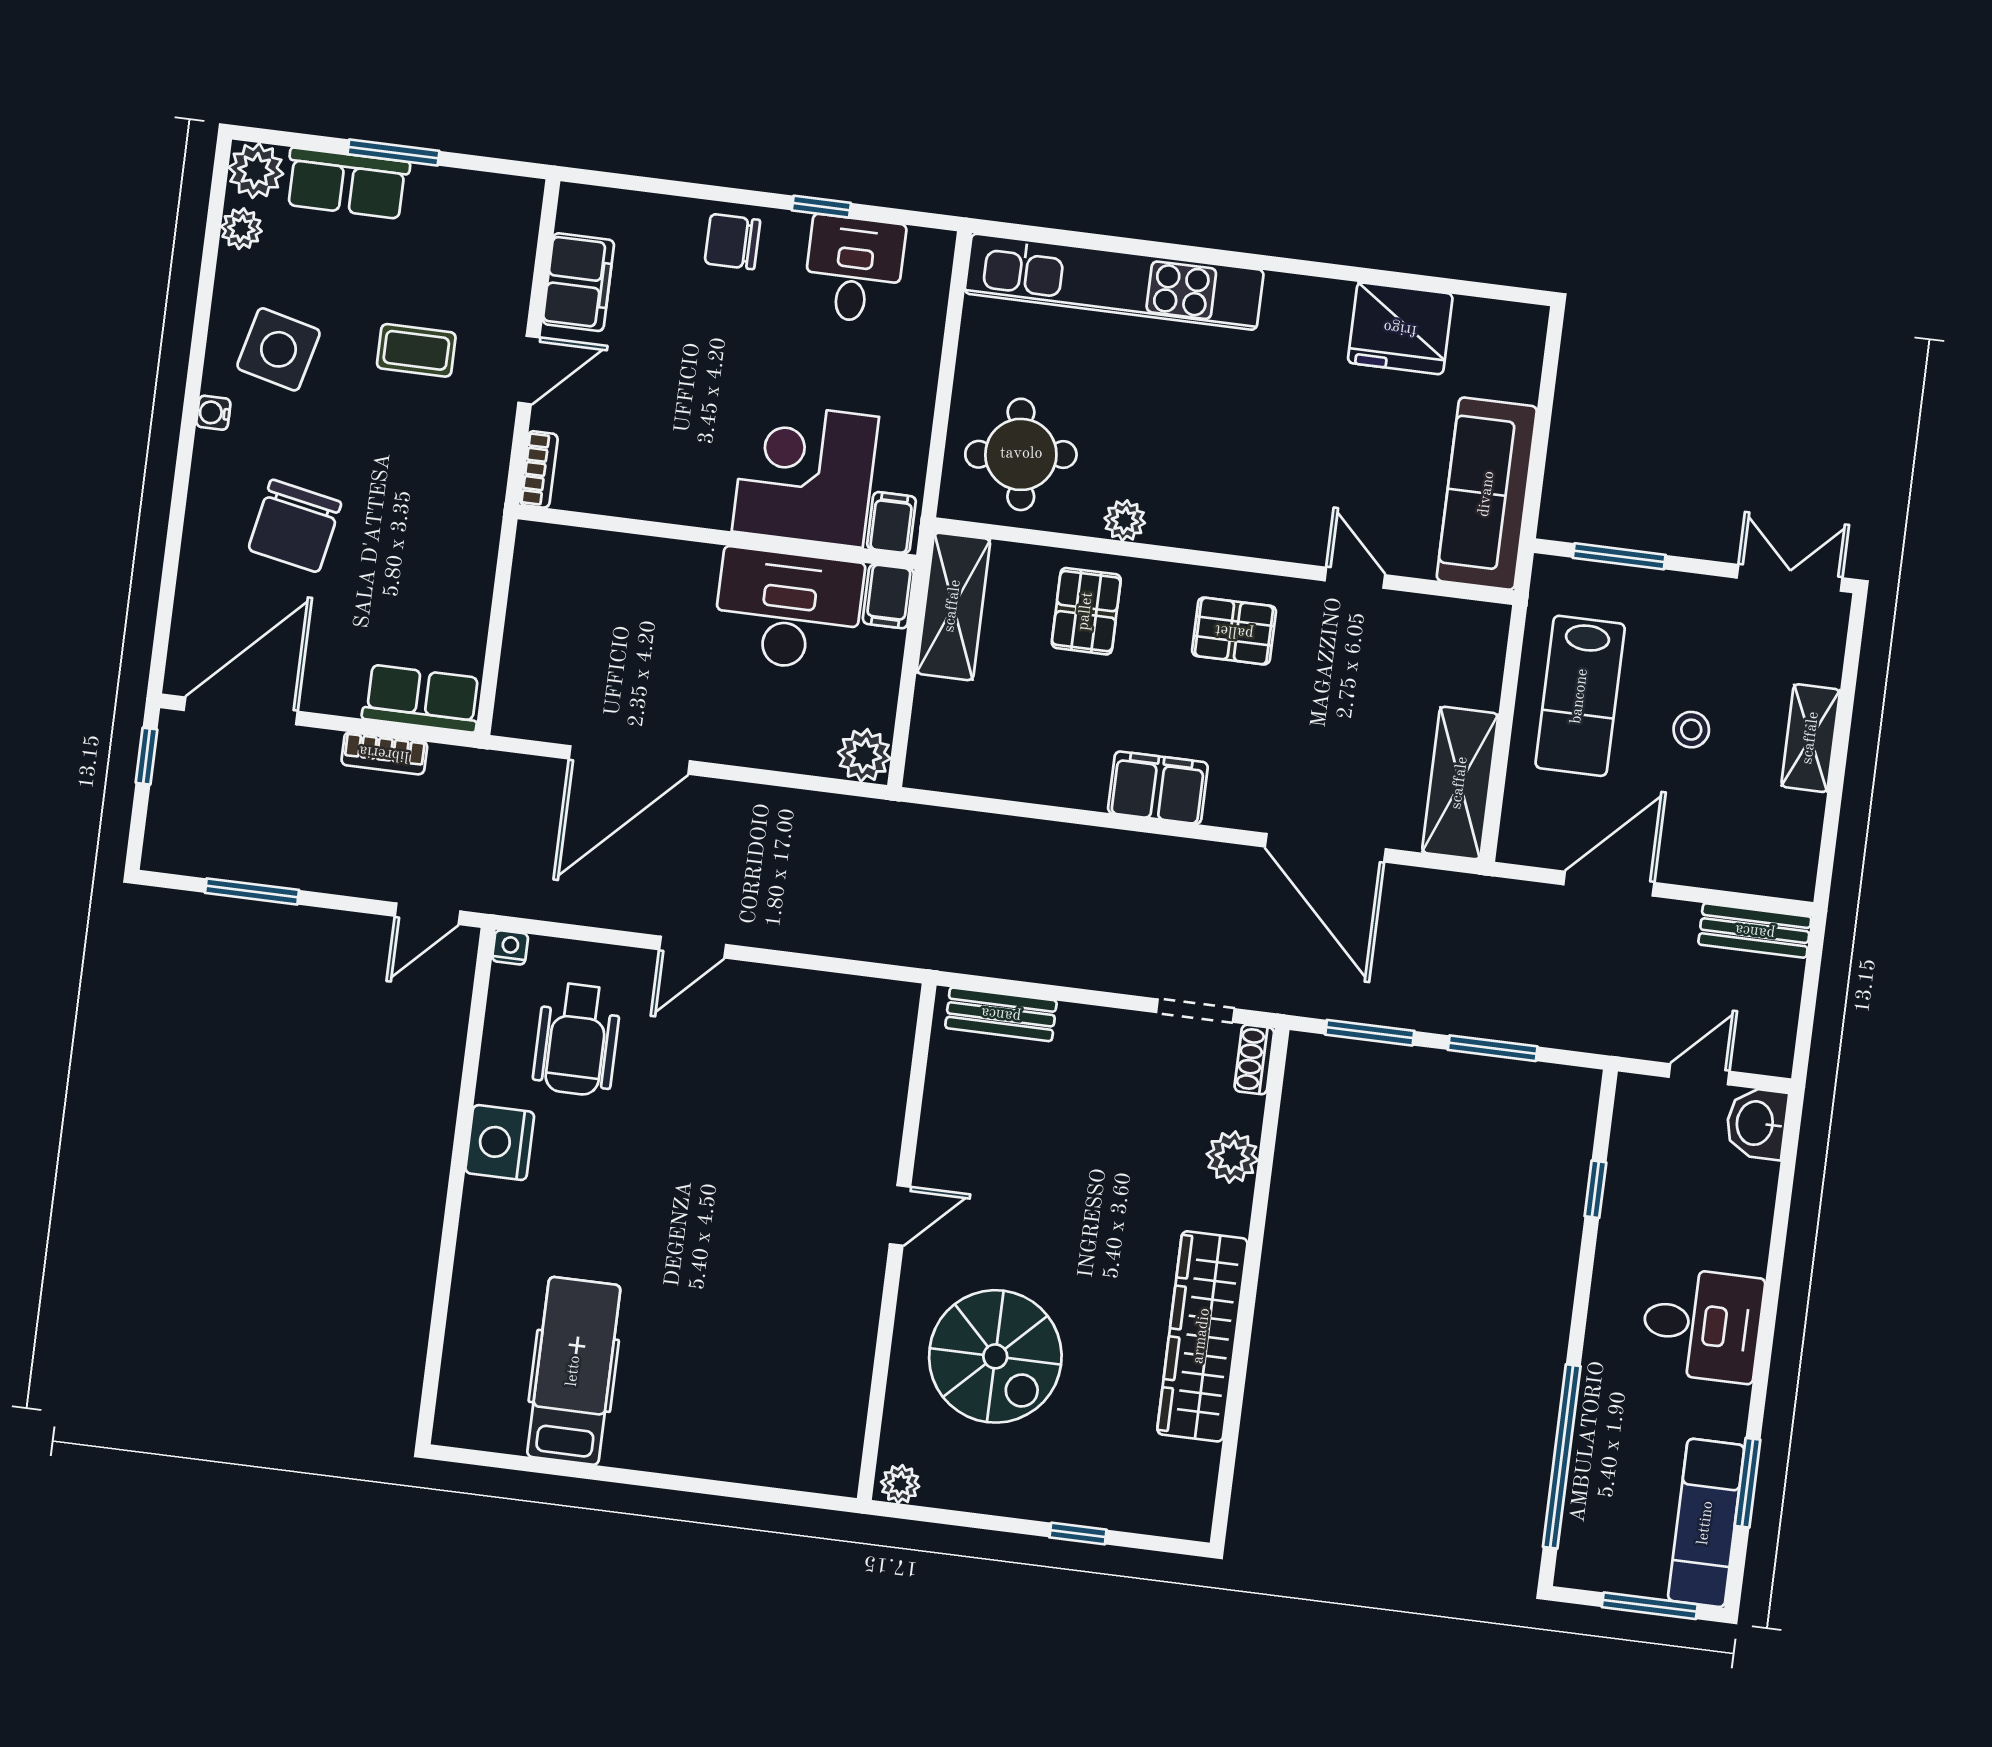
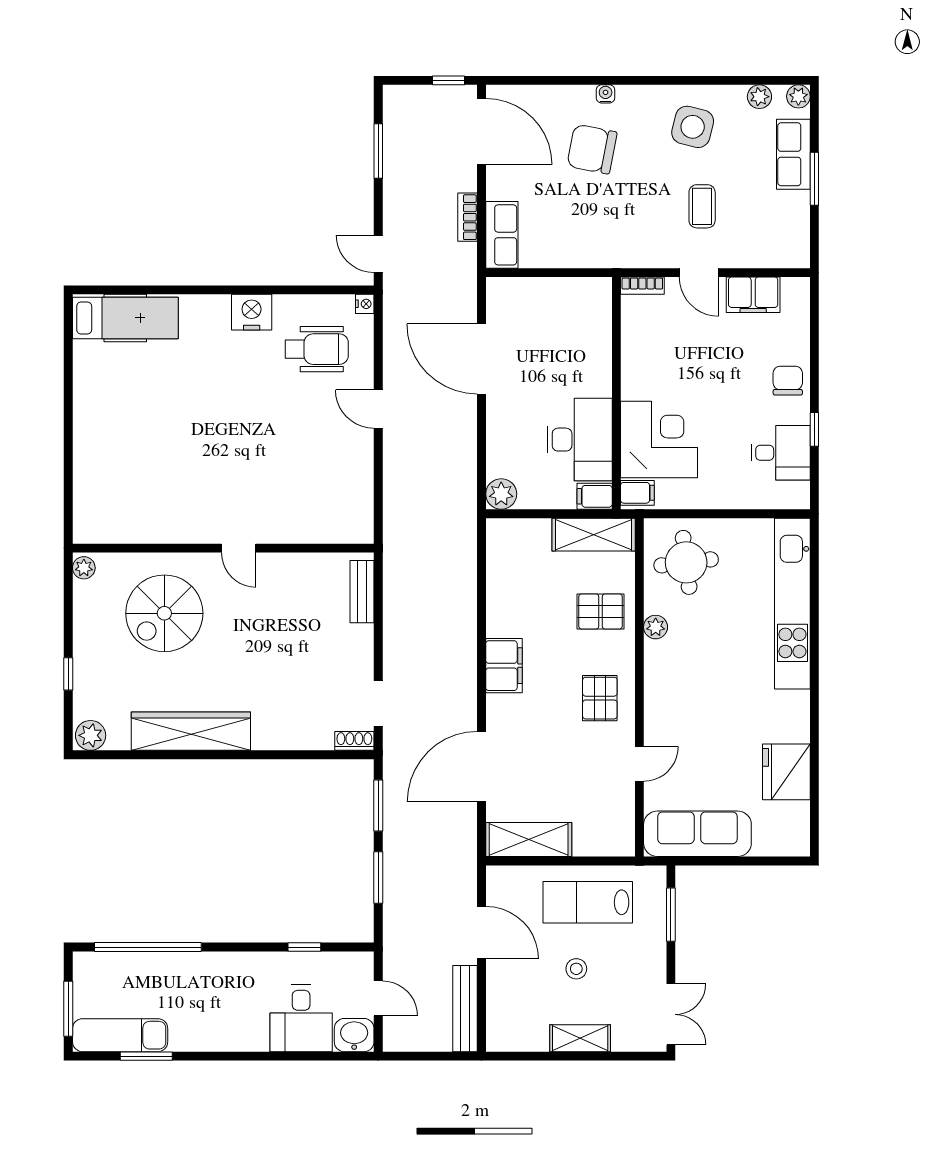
plant: (256, 171) -> (798, 96), width x0.73, depth x0.73
water cooler: (213, 413) -> (606, 94), moved
bench: (1755, 931) -> (465, 1009), width x1.36
wheelchair: (577, 1039) -> (317, 349), turned 180
plant: (1232, 1157) -> (91, 735), moved
desk: (1702, 1325) -> (301, 1018), moved
hospital bed: (574, 1371) -> (125, 318), moved

